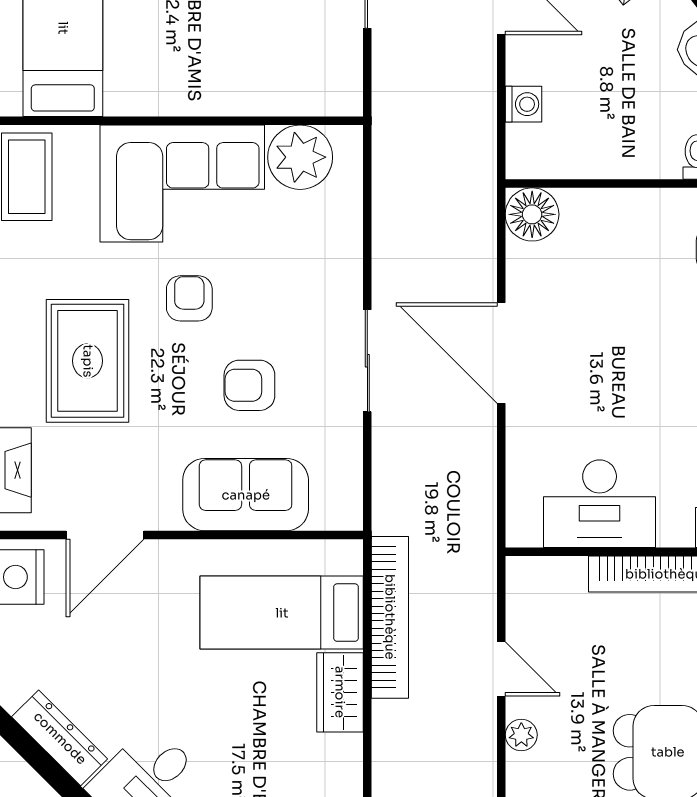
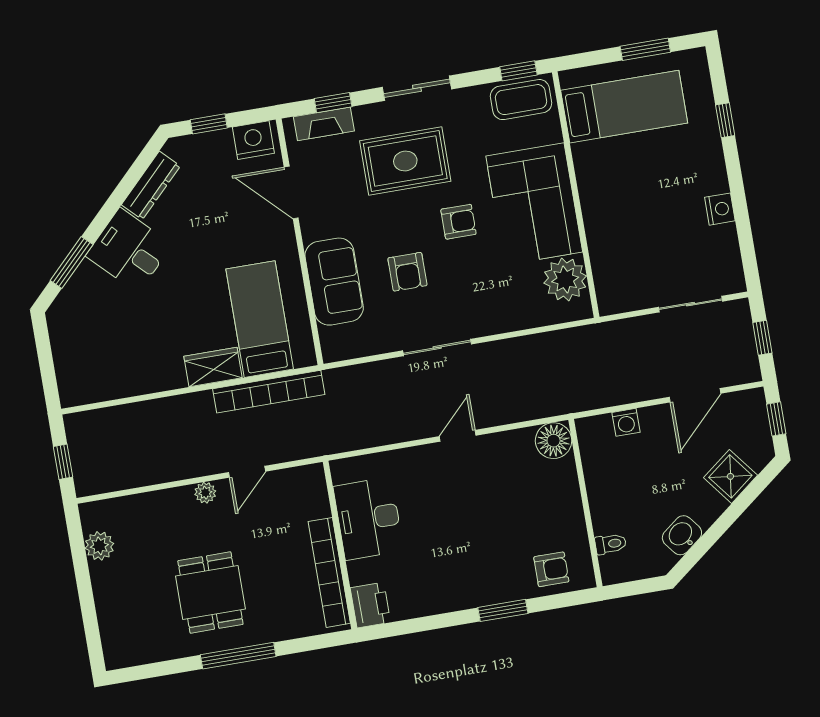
door: (501, 353) -> (458, 436), width x0.53
armchair: (249, 385) -> (407, 272), turned 180

